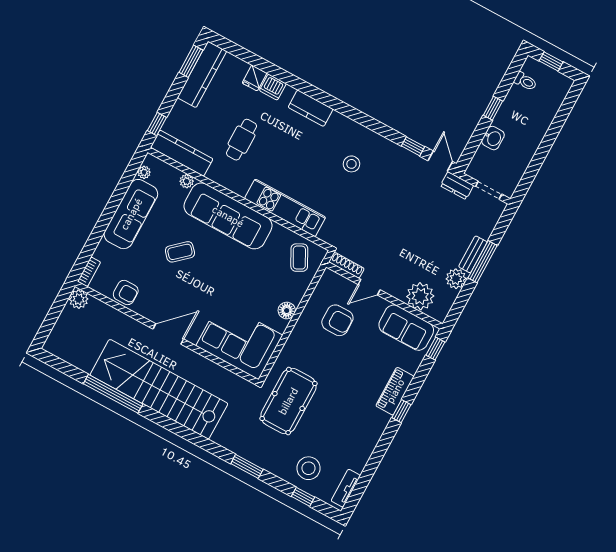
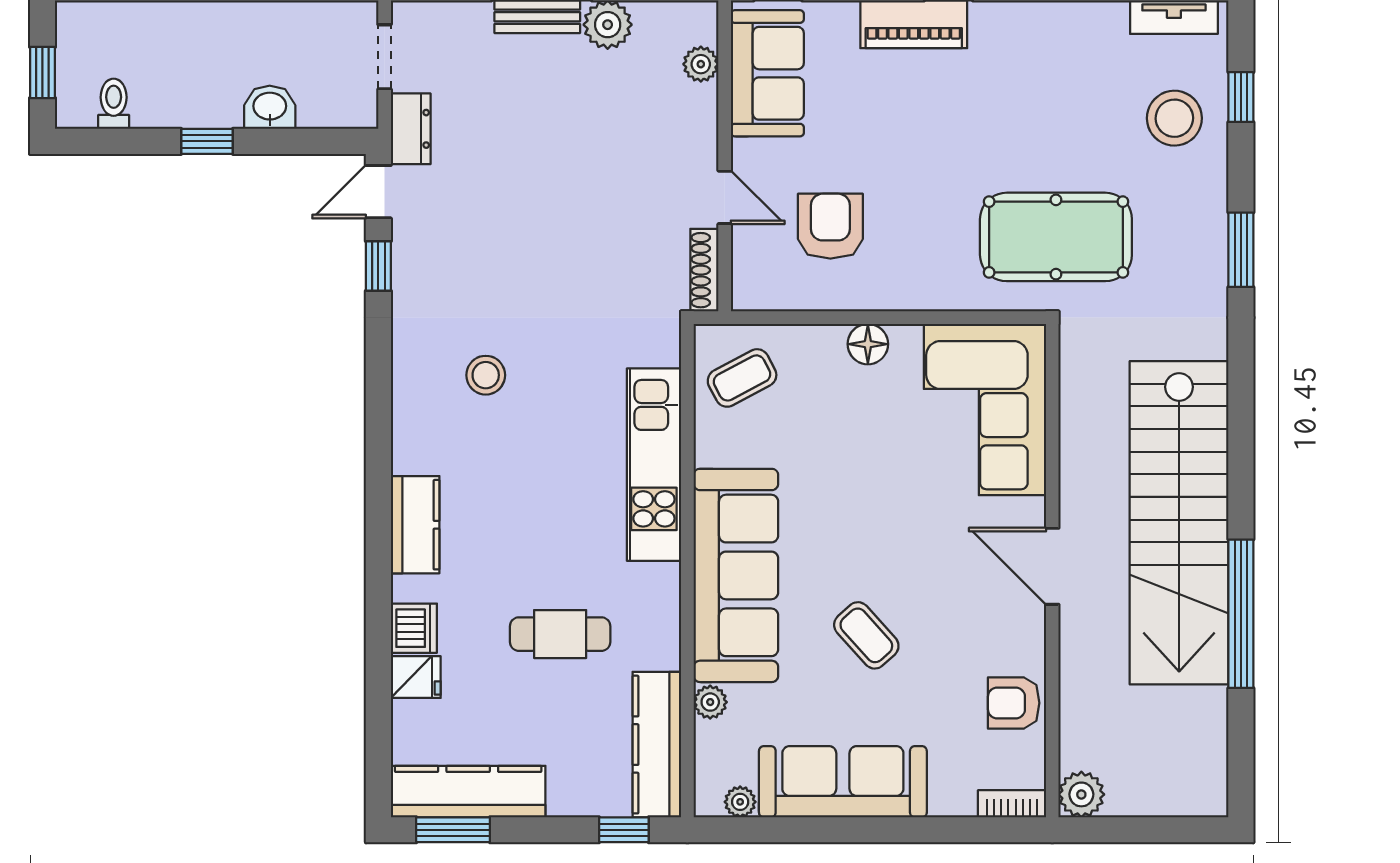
armchair: (126, 292) -> (1014, 703), turned -90
plant: (420, 296) -> (701, 64), width x0.53, depth x0.53

